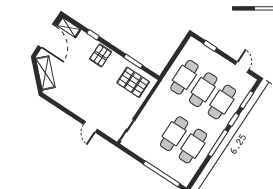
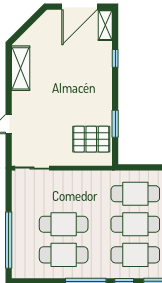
pallet: (101, 55) -> (97, 82), removed
shelving: (45, 73) -> (21, 68), moved, turned -45
pallet: (133, 82) -> (91, 139), turned 90

